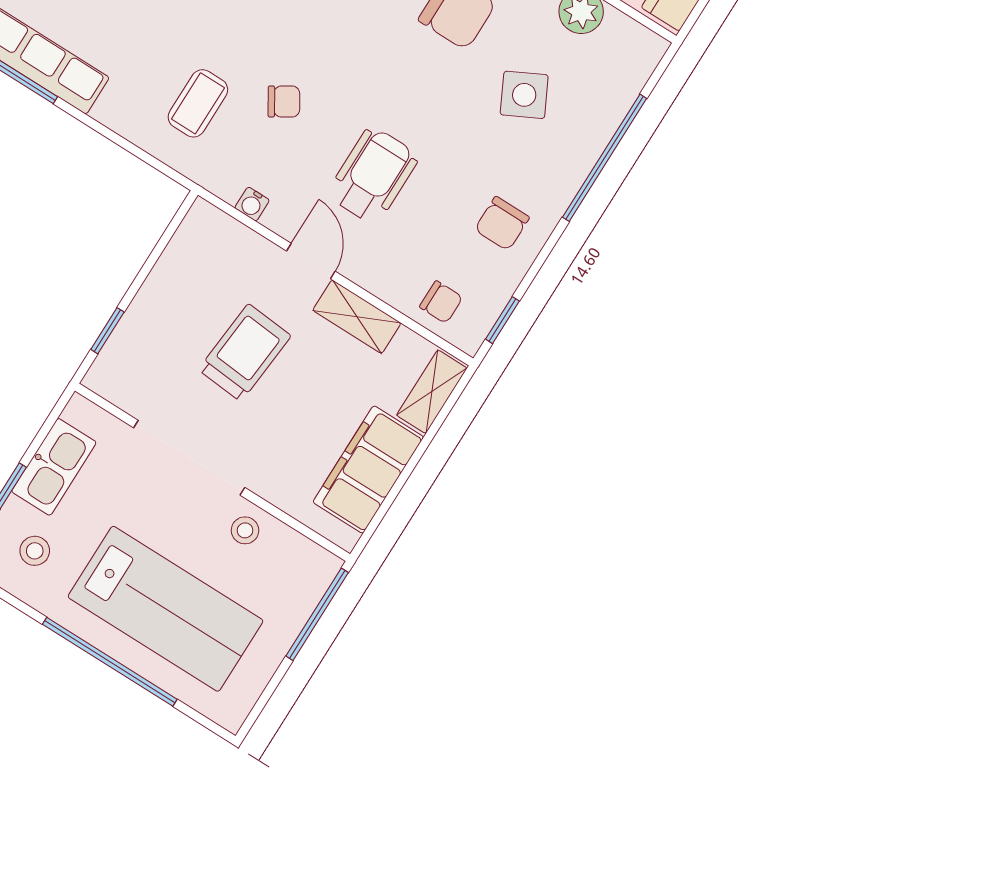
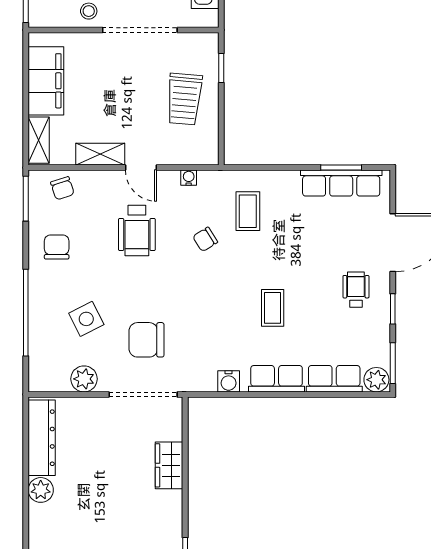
chair: (441, 302) -> (62, 188), turned -108
window: (502, 320) -> (26, 199), width x1.50
trolley: (245, 353) -> (184, 99), moved

